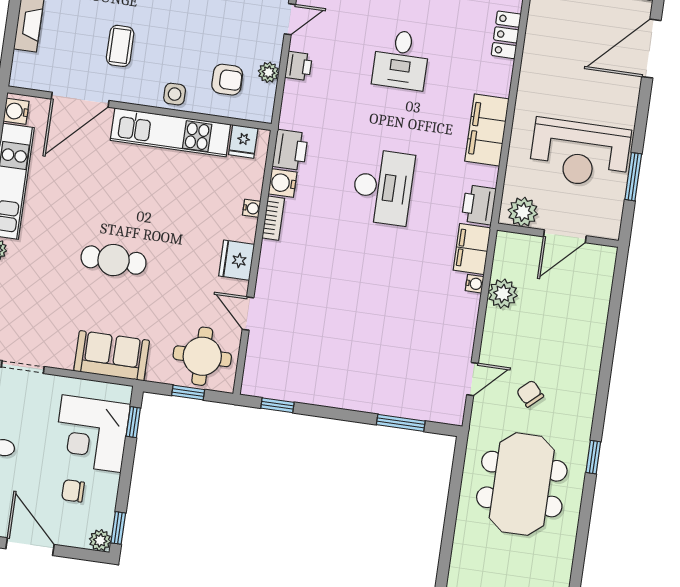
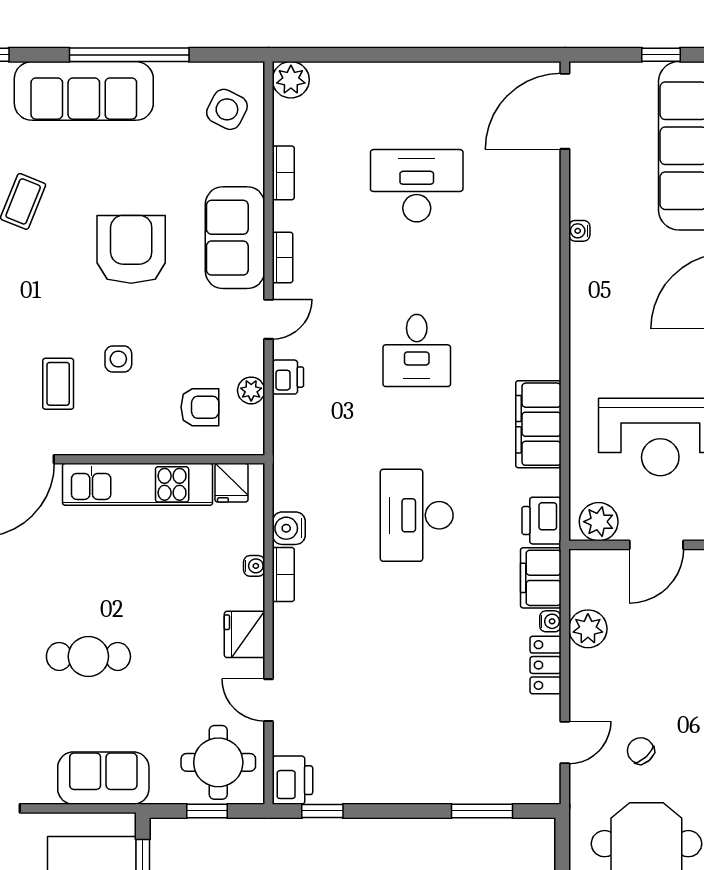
locker: (506, 35) -> (546, 665), moved
side table: (175, 94) -> (118, 359), moved
printer: (290, 150) -> (292, 780), moved
desk: (383, 187) -> (417, 515), turned 180

